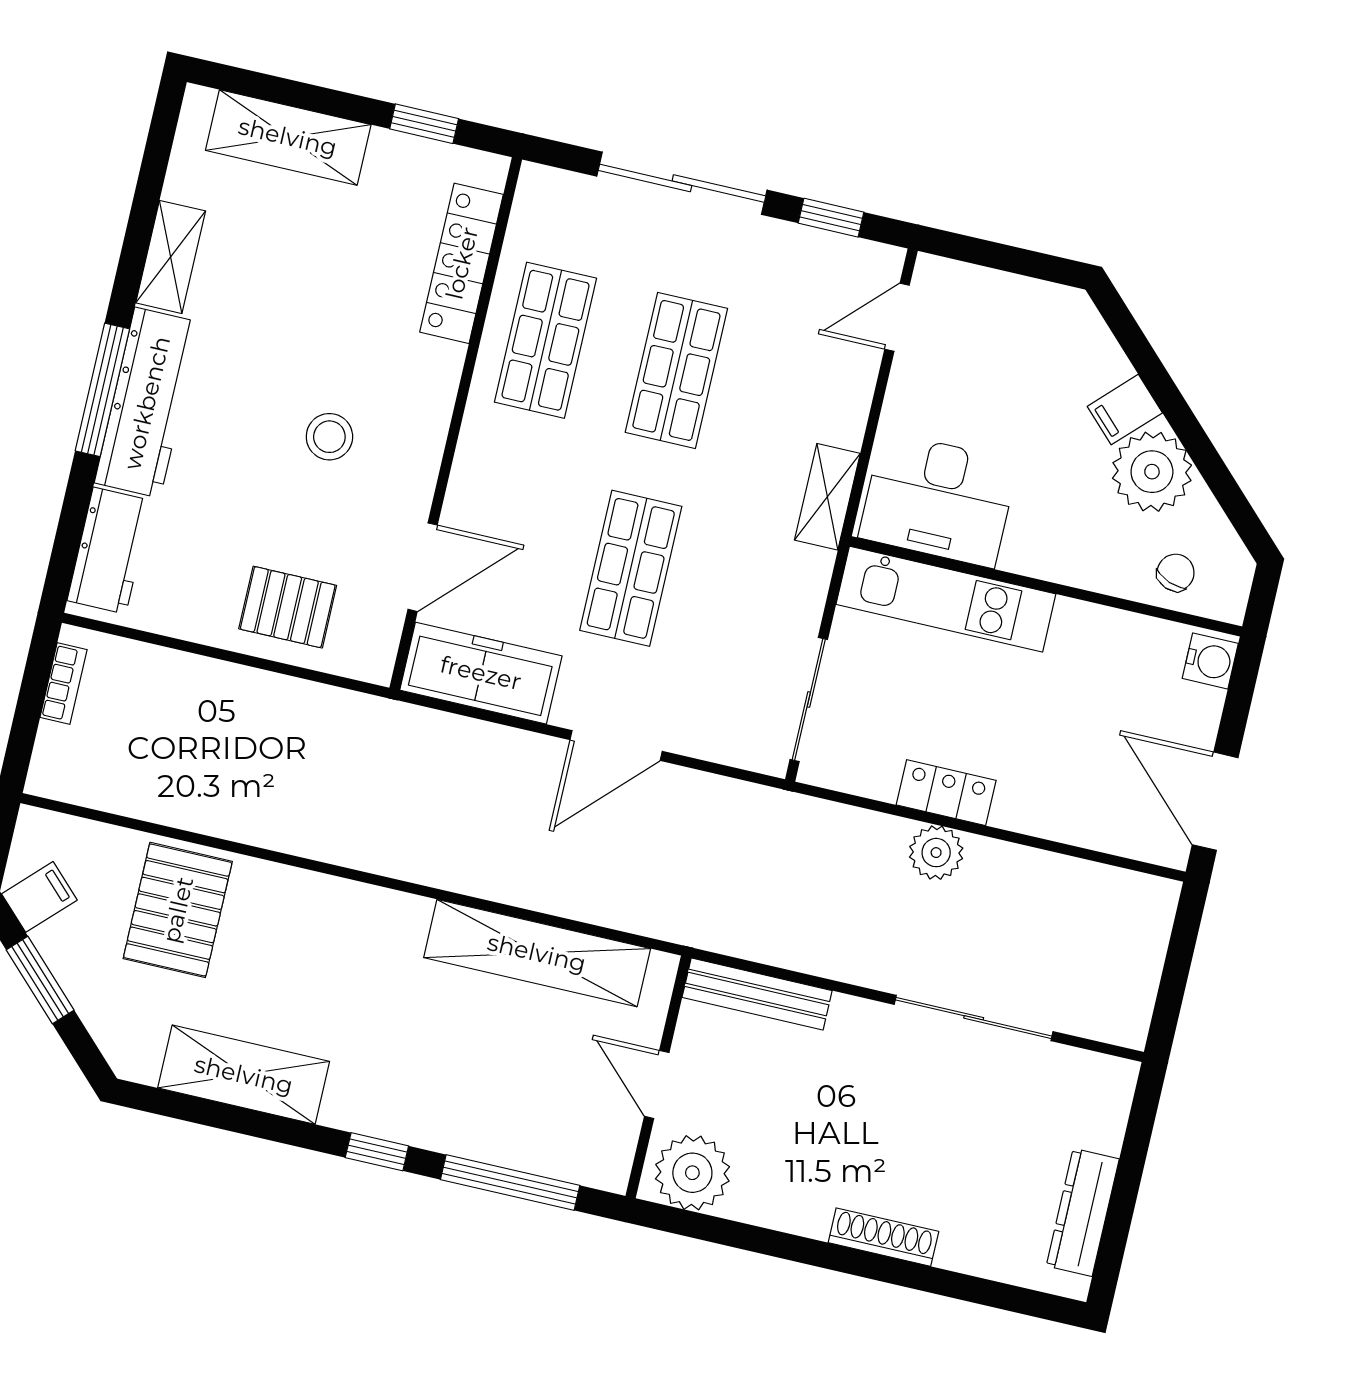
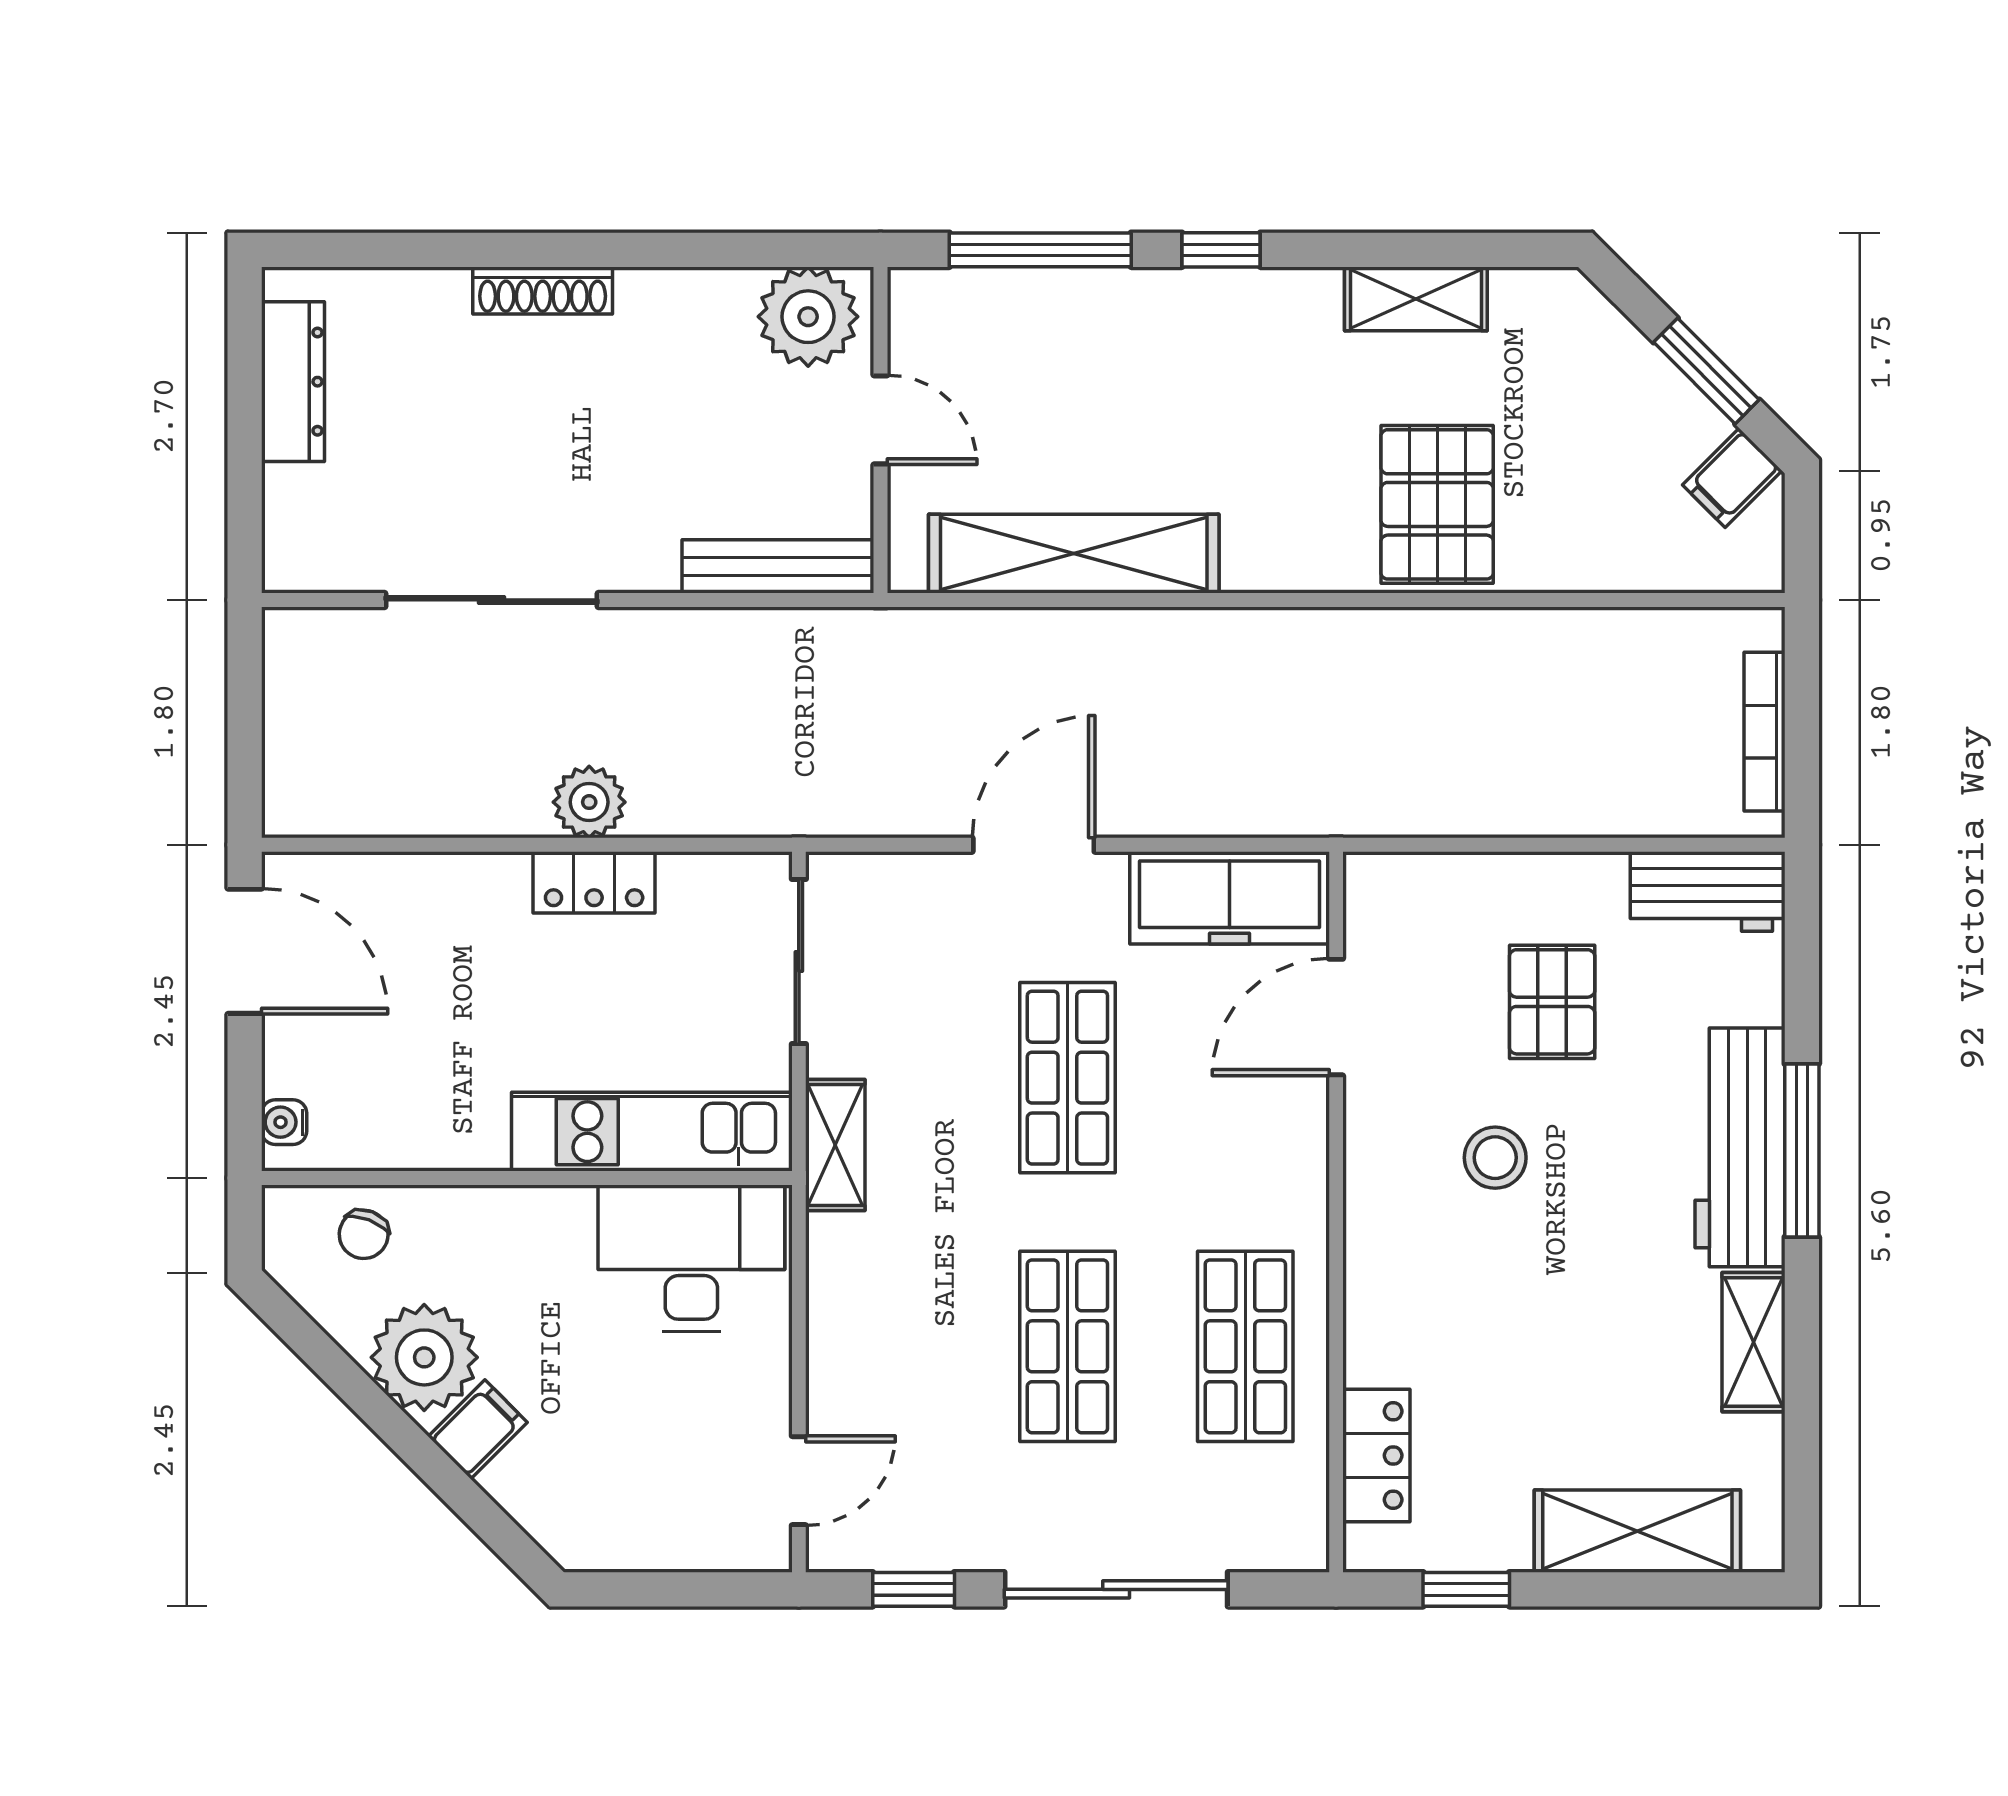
locker: (462, 263) -> (1376, 1455), width x0.66
shelving: (827, 497) -> (835, 1145), moved
workbench: (109, 551) -> (1708, 891), moved, turned -90
pallet: (288, 607) -> (1552, 1002), moved, turned 90
water cooler: (1210, 661) -> (284, 1122), width x0.72, depth x0.72
bookcase: (64, 683) -> (1765, 732), width x1.56
pallet: (178, 910) -> (1437, 504), moved
shelving: (244, 1075) -> (1416, 299), width x0.67, depth x0.75

